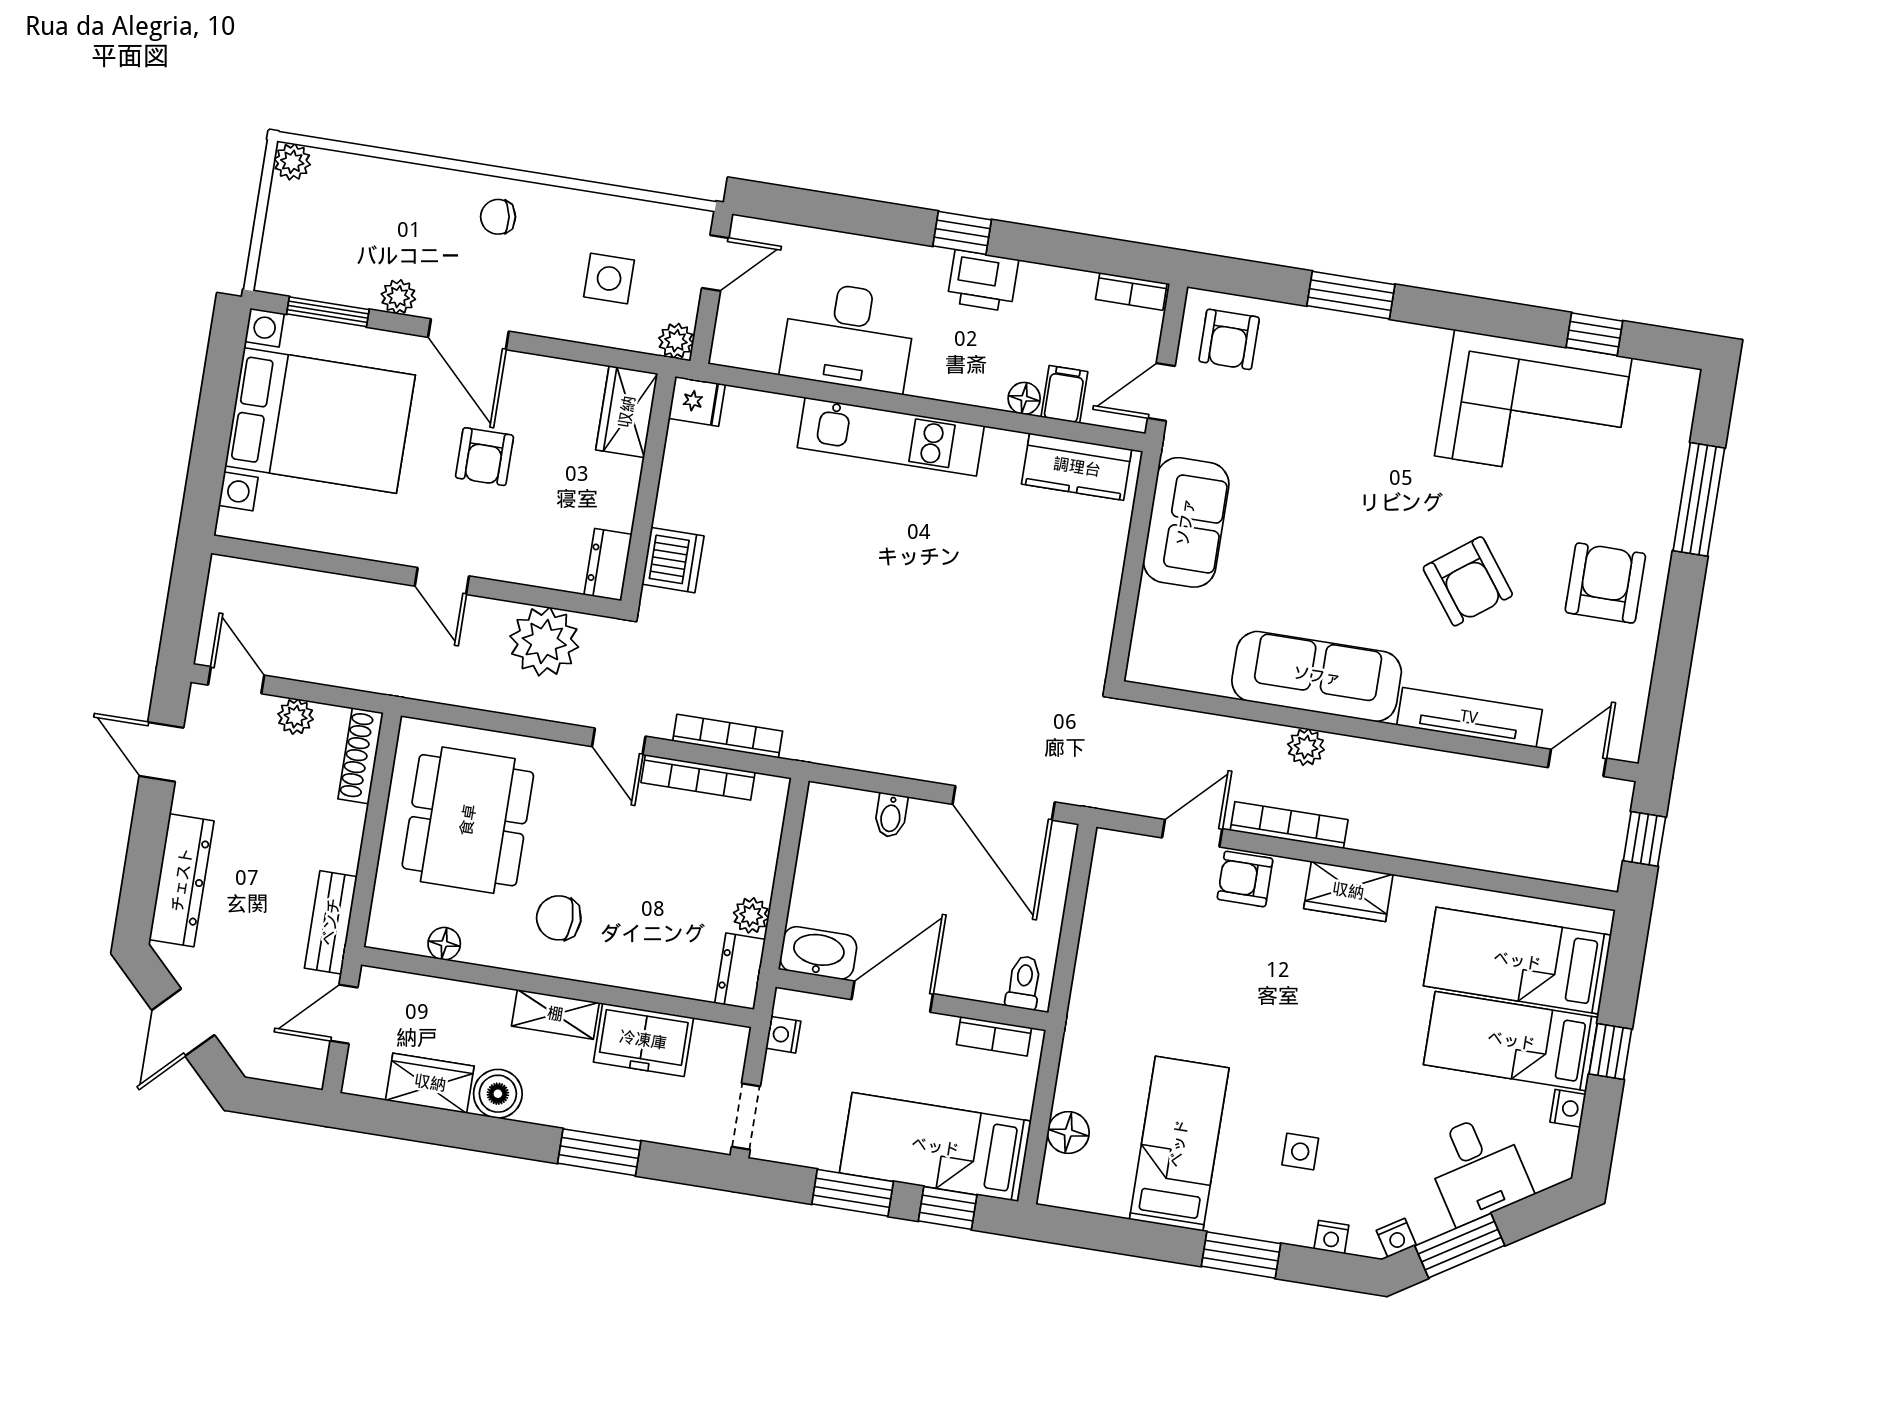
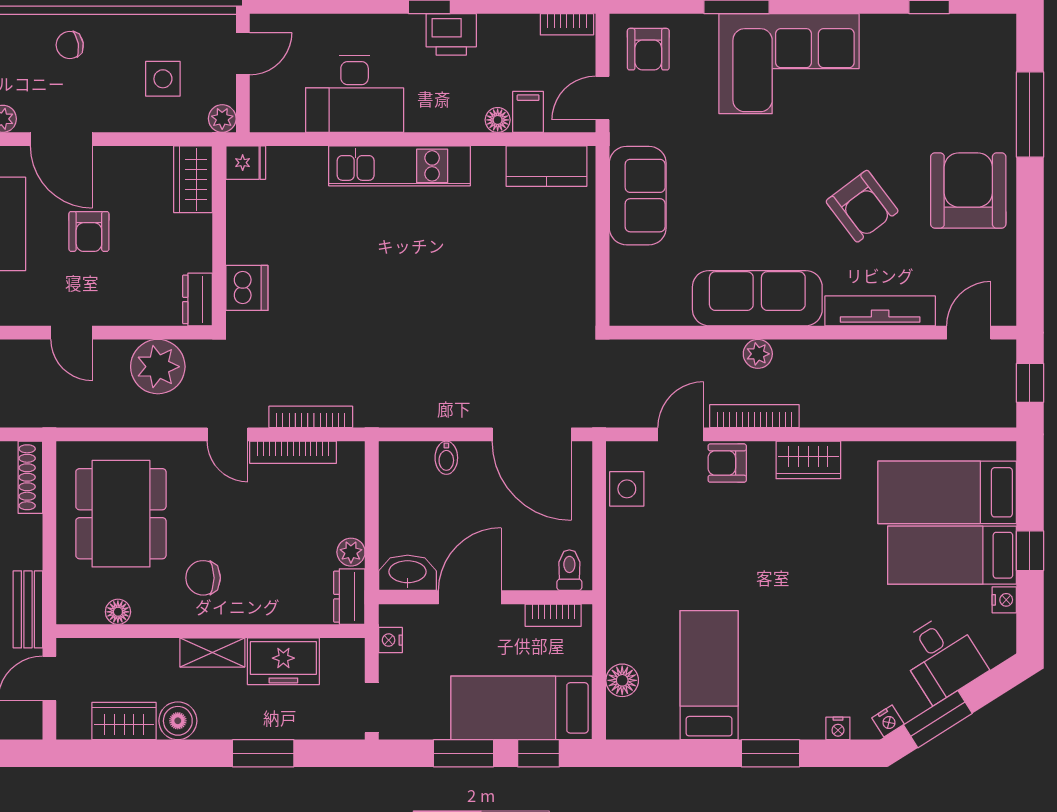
corner sofa: (1533, 407) -> (789, 64), moved
armchair: (1605, 583) -> (968, 191), width x1.36, depth x1.36
side table: (1300, 1152) -> (627, 489), moved, width x1.37, depth x1.37

